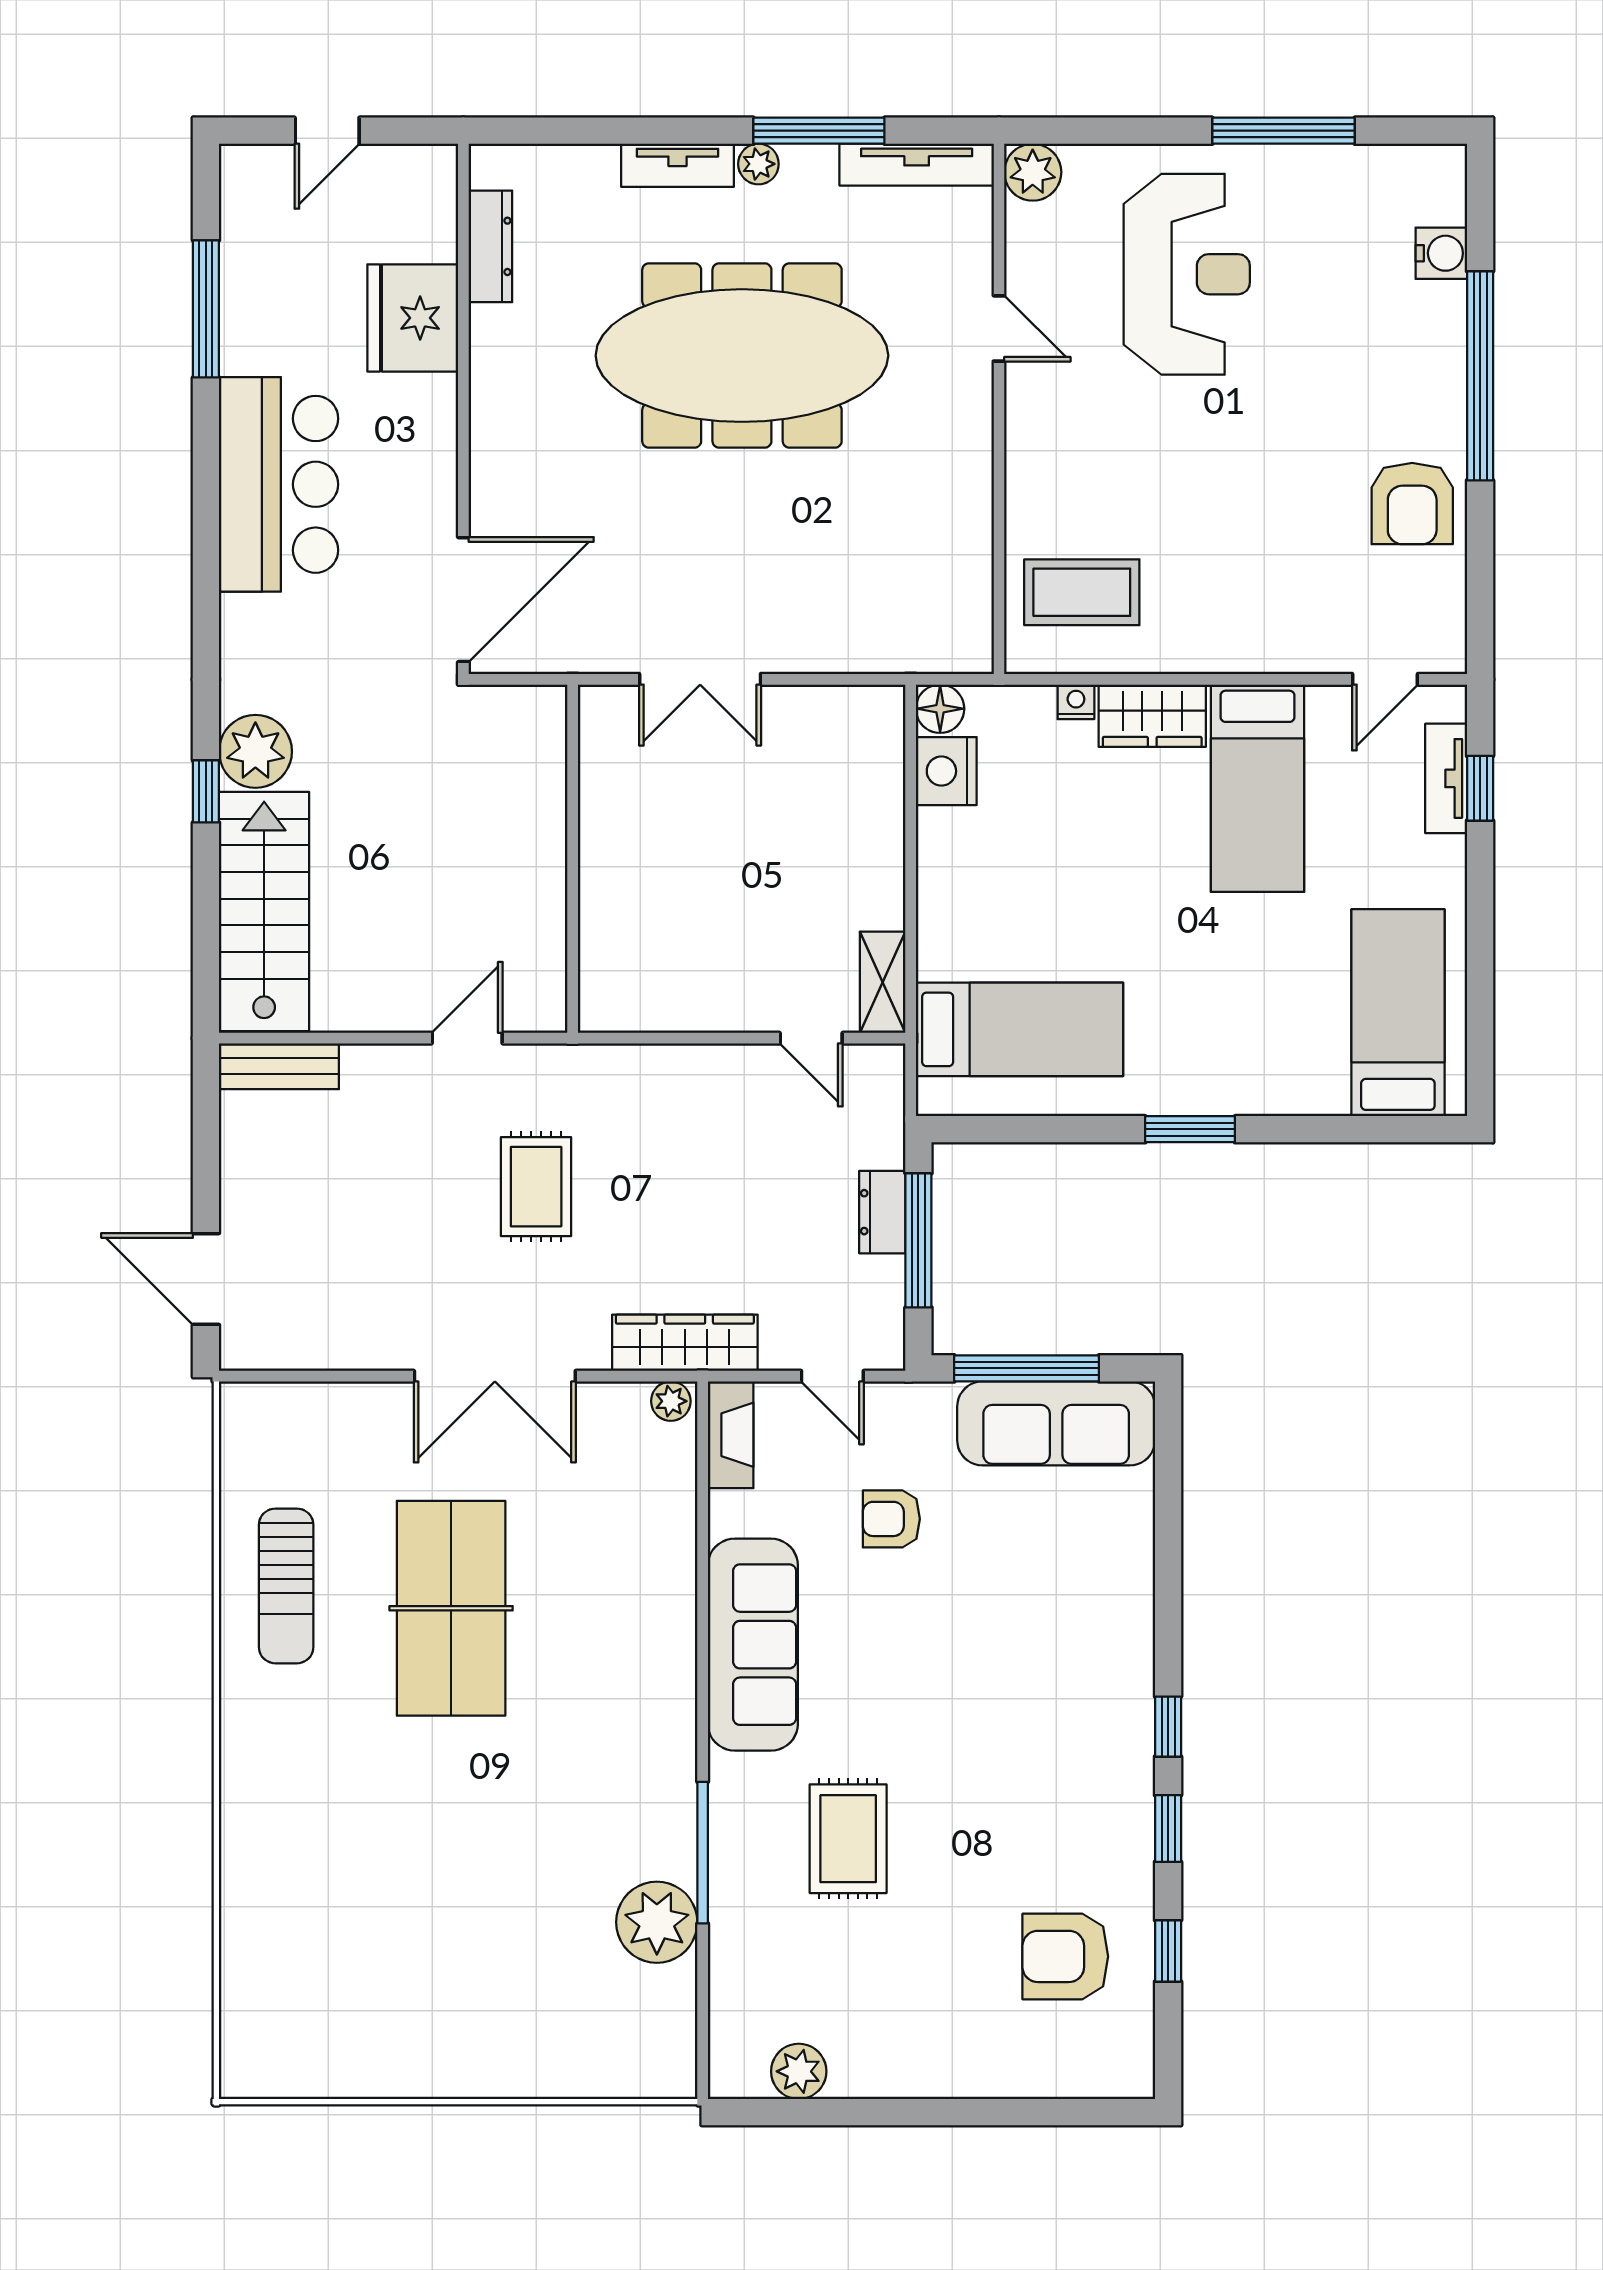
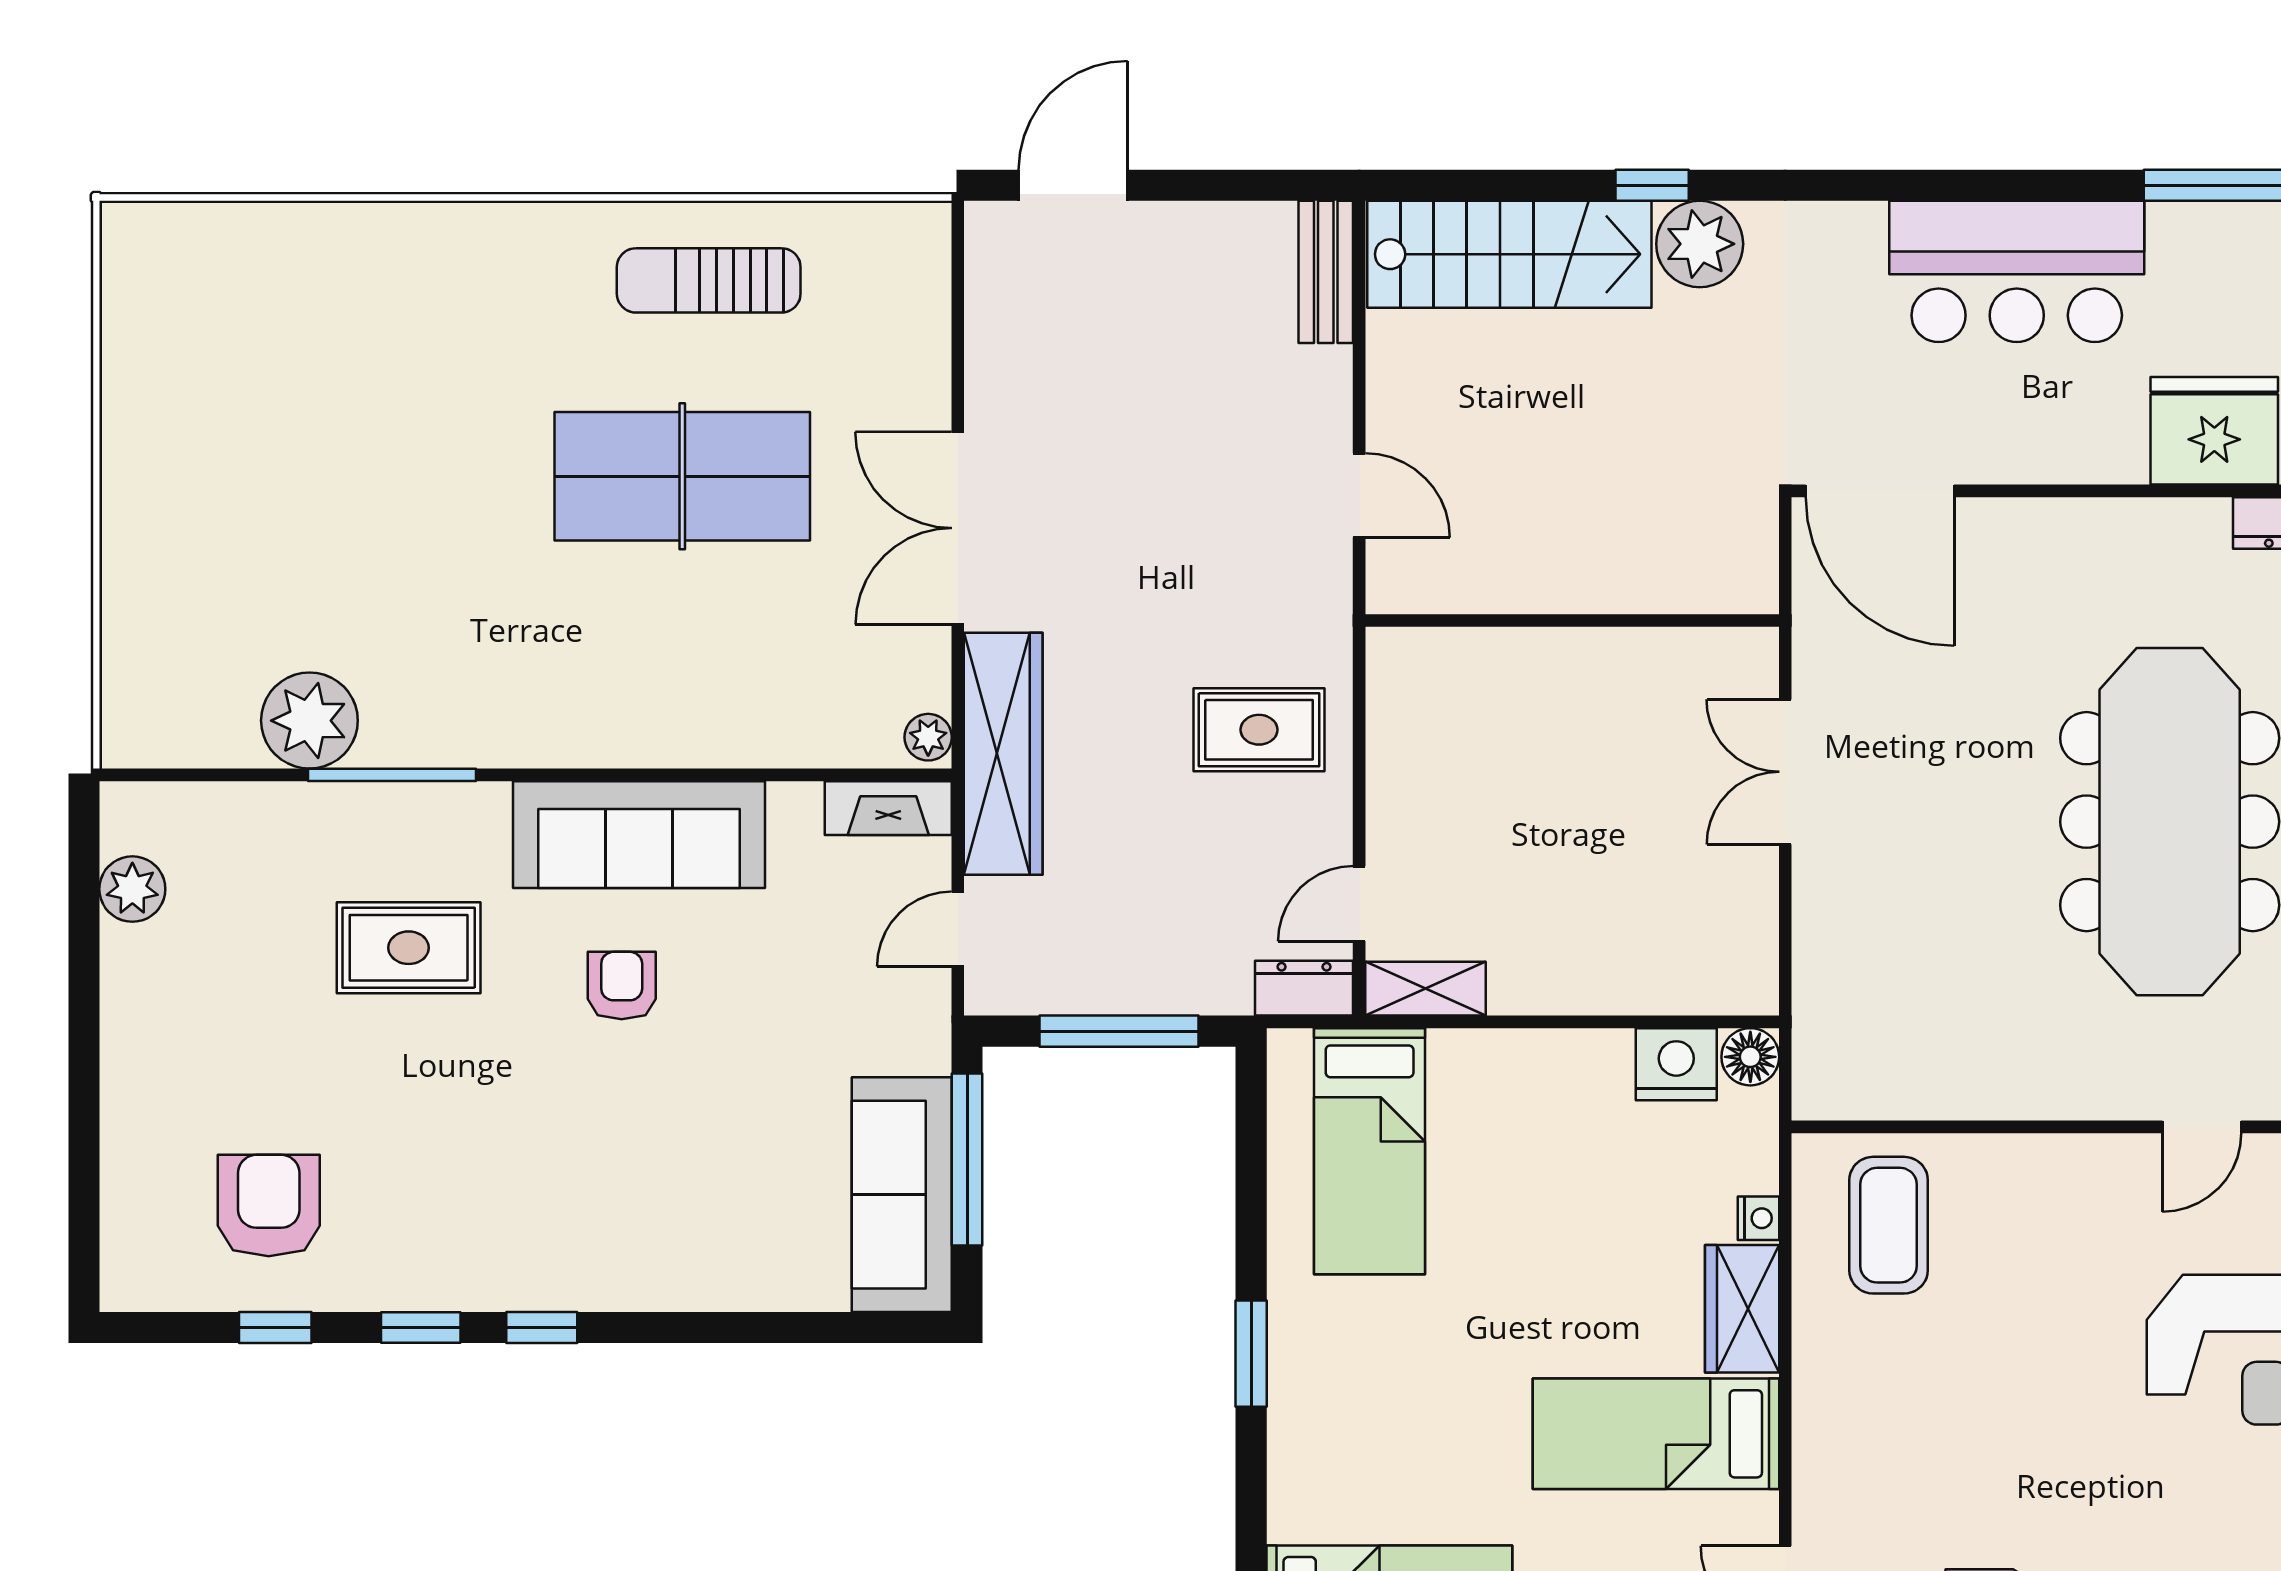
rug: (536, 1187) -> (1259, 730), moved
dresser: (882, 1212) -> (1304, 988), moved
wardrobe: (685, 1343) -> (1003, 754), width x1.40, depth x1.17
armchair: (891, 1519) -> (622, 986), moved

